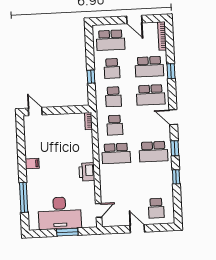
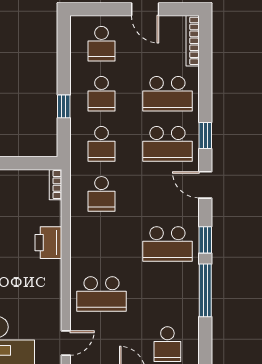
school desk: (111, 40) -> (101, 44), width x0.54
window: (171, 71) -> (205, 136), moved
school desk: (116, 153) -> (101, 294), moved
printer: (87, 172) -> (48, 243), moved
window: (176, 177) -> (205, 290), width x2.17

